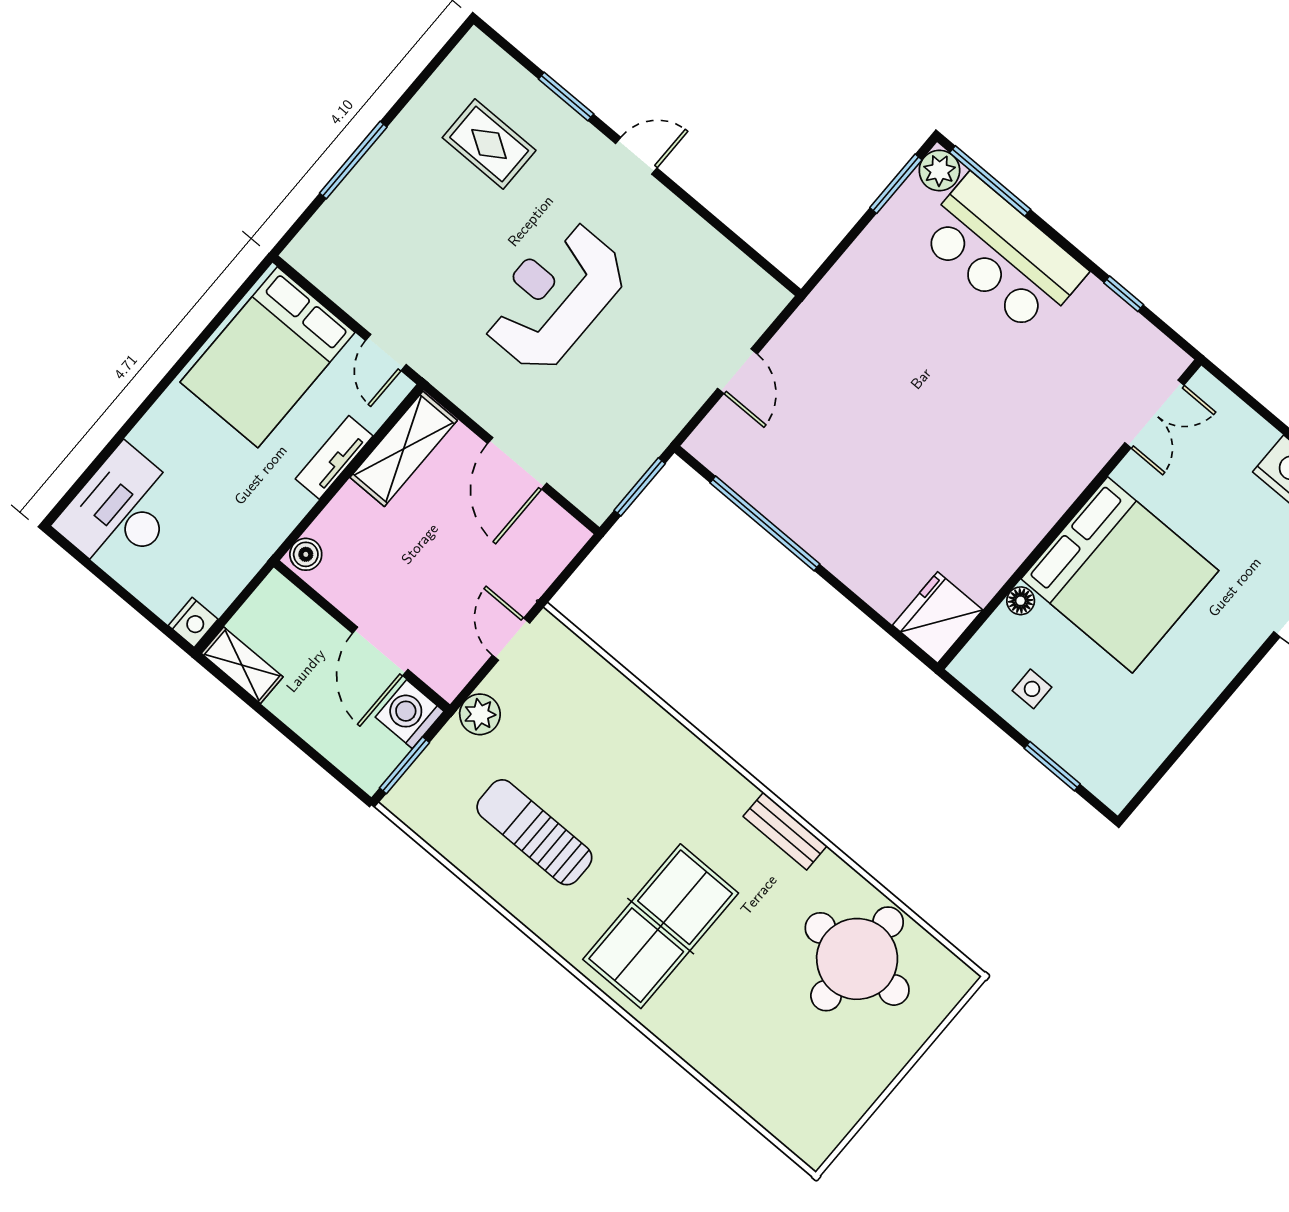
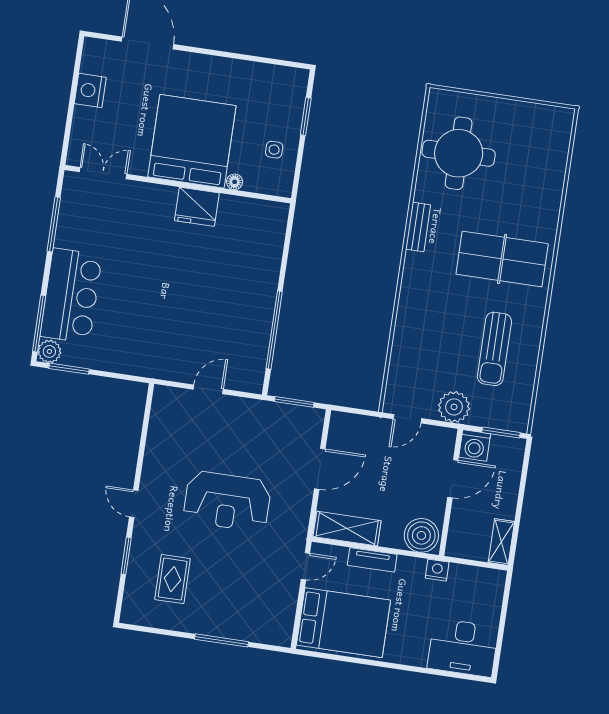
window: (1124, 294) -> (54, 224), width x2.17
boiler: (306, 554) -> (421, 535), width x1.86, depth x1.86
fridge: (938, 617) -> (197, 207), moved
nightstand: (193, 622) -> (437, 570), moved
plant: (480, 714) -> (454, 407), width x1.36, depth x1.36

